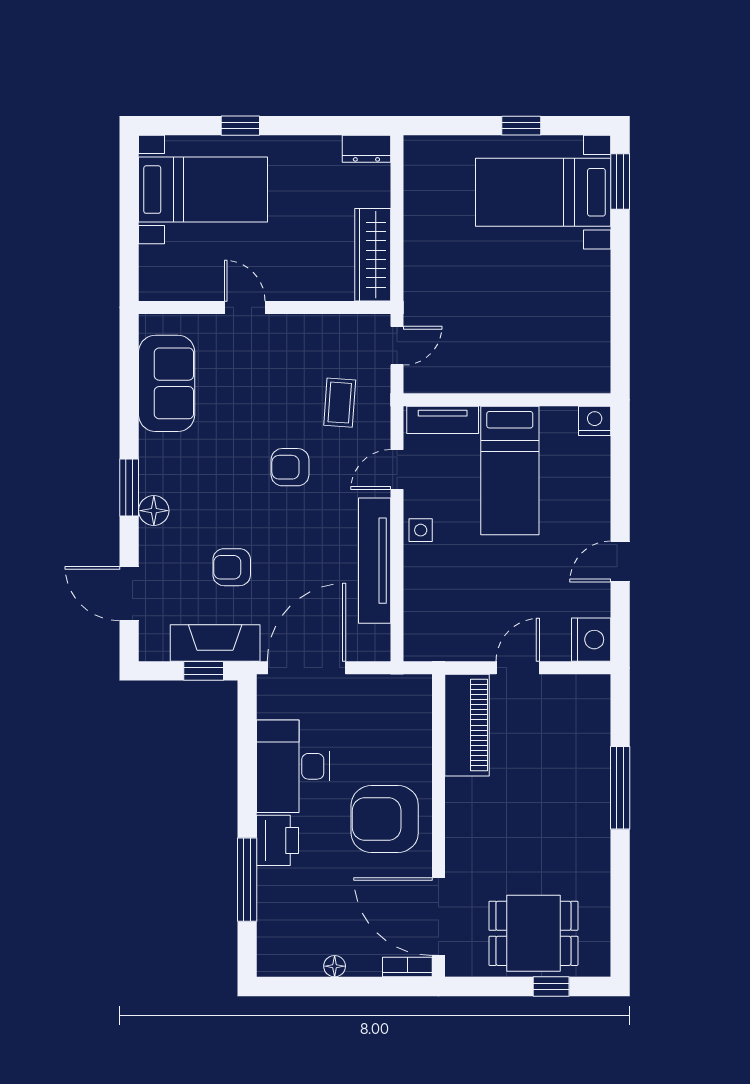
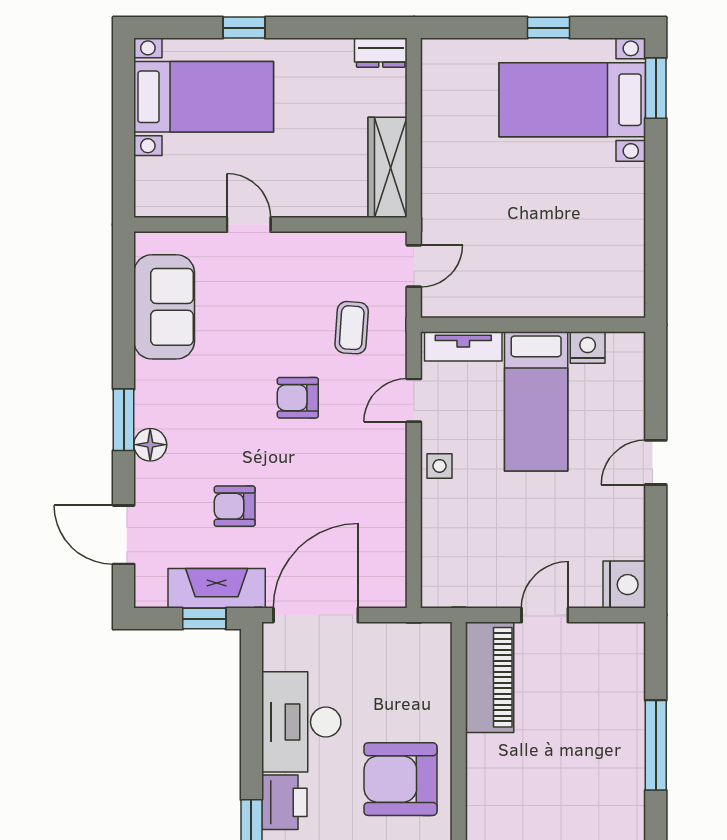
nightstand: (595, 421) -> (588, 348), moved
tv unit: (375, 561) -> (390, 499), removed
door: (620, 561) -> (656, 462), moved

